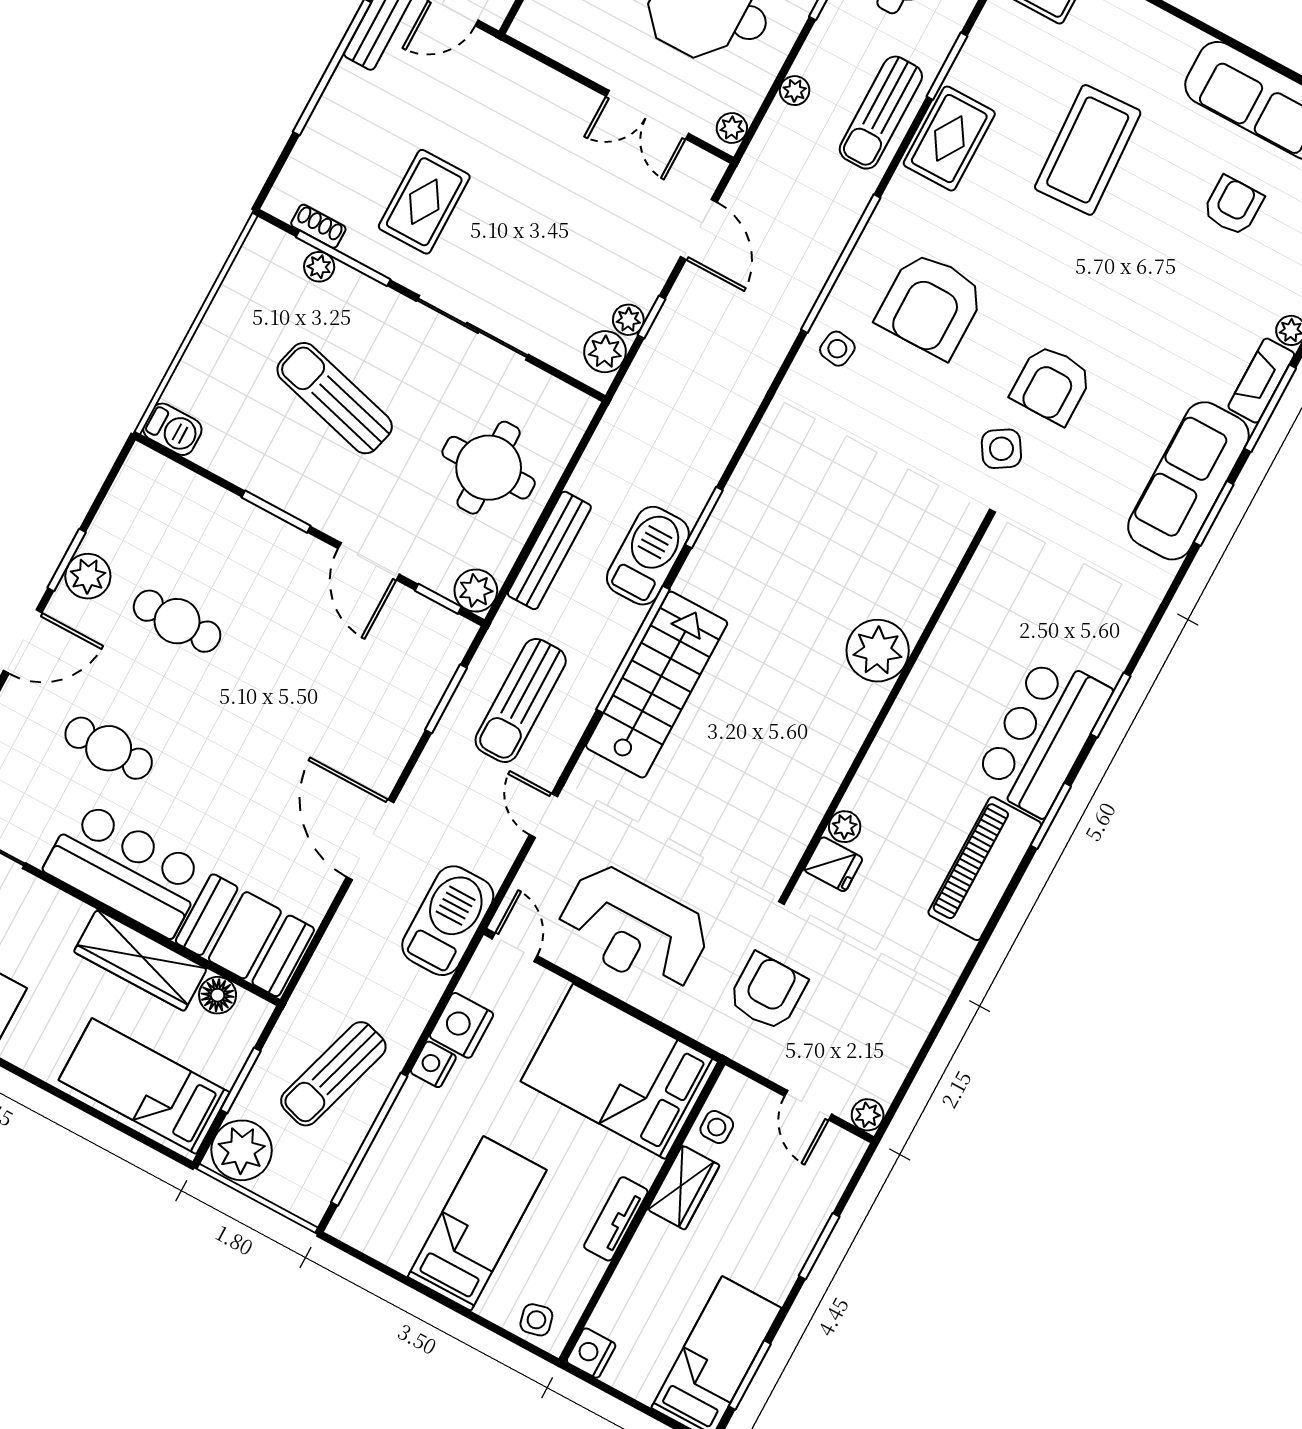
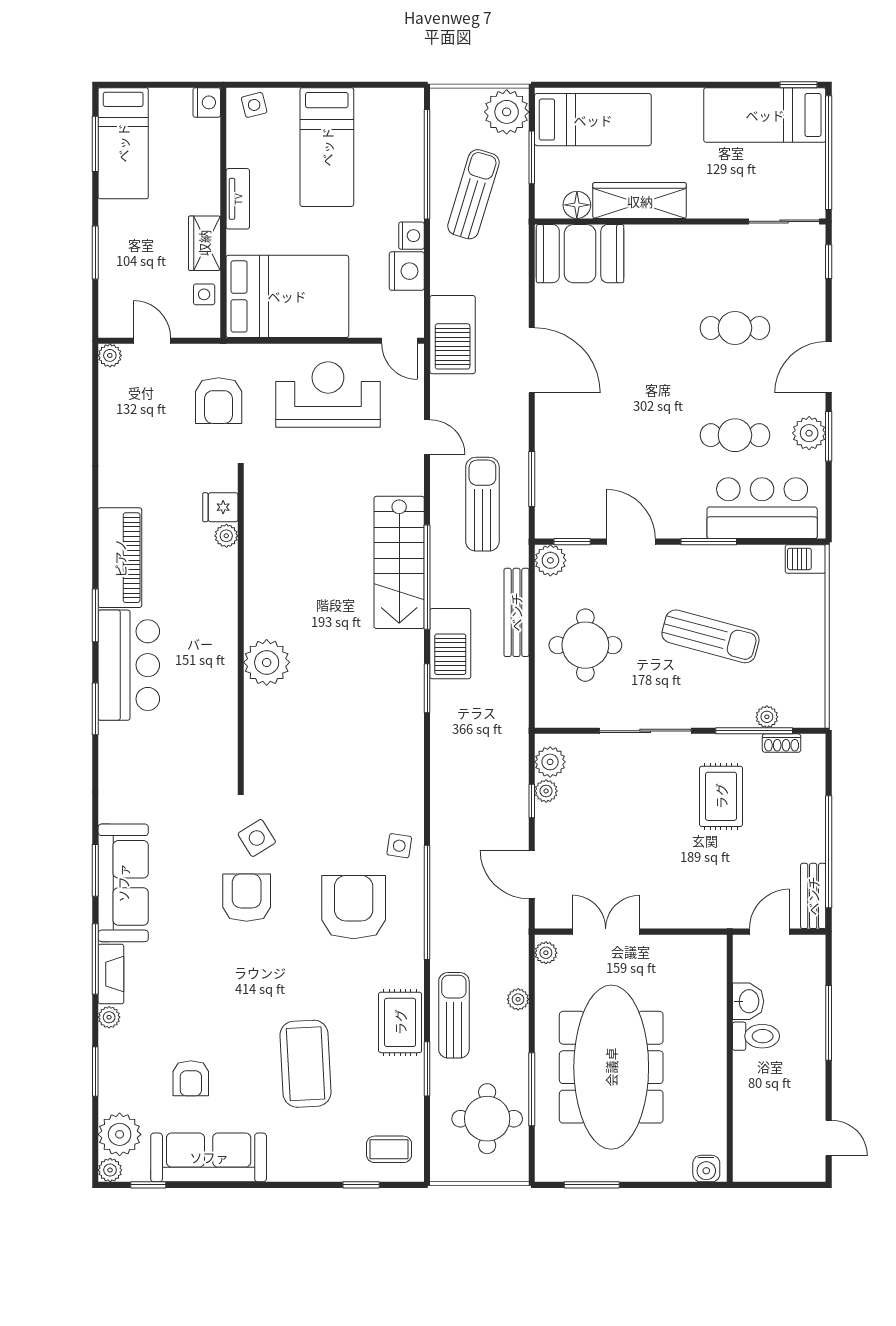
bar counter: (126, 869) -> (762, 508), moved, turned 180

